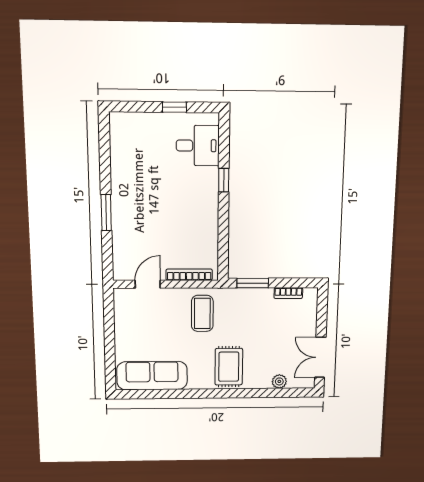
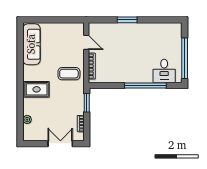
window: (174, 107) -> (185, 58), width x3.17
window: (224, 180) -> (145, 85), width x3.17
double door: (320, 357) -> (60, 144), moved

